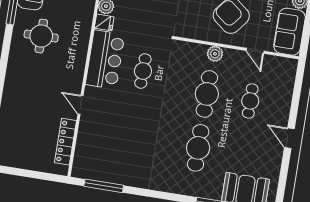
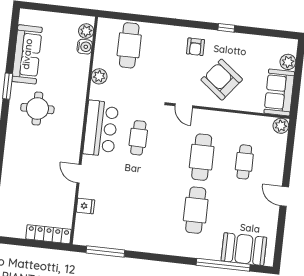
fridge: (104, 22) -> (85, 206), moved
door: (255, 51) -> (184, 106), moved
plant: (215, 54) -> (281, 126), moved
locker: (65, 142) -> (49, 234), moved, turned 90

